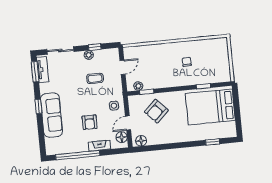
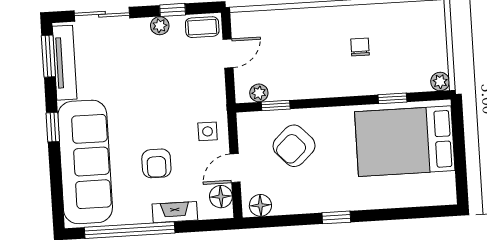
tv unit: (43, 69) -> (65, 63), width x1.41
plant: (226, 77) -> (440, 82), added
coffee table: (95, 78) -> (202, 27), moved
sofa: (52, 115) -> (85, 162), width x1.36, depth x1.27
window: (213, 142) -> (336, 217), moved

